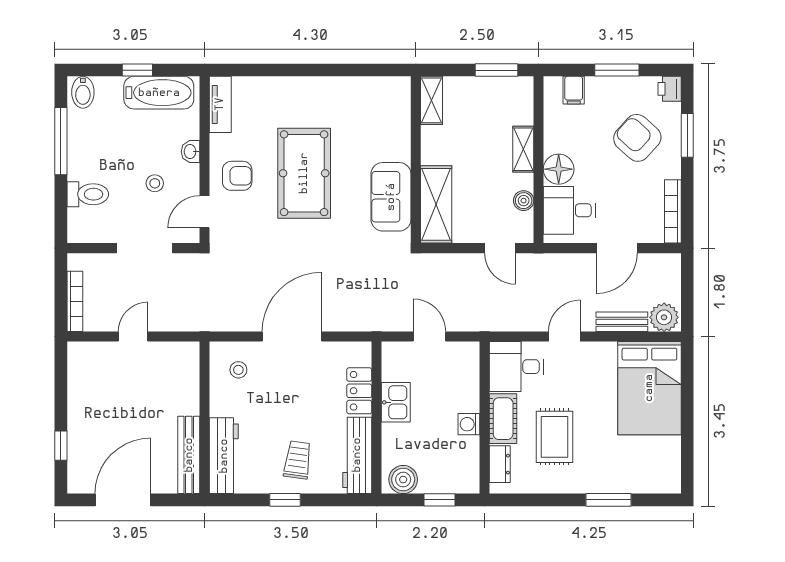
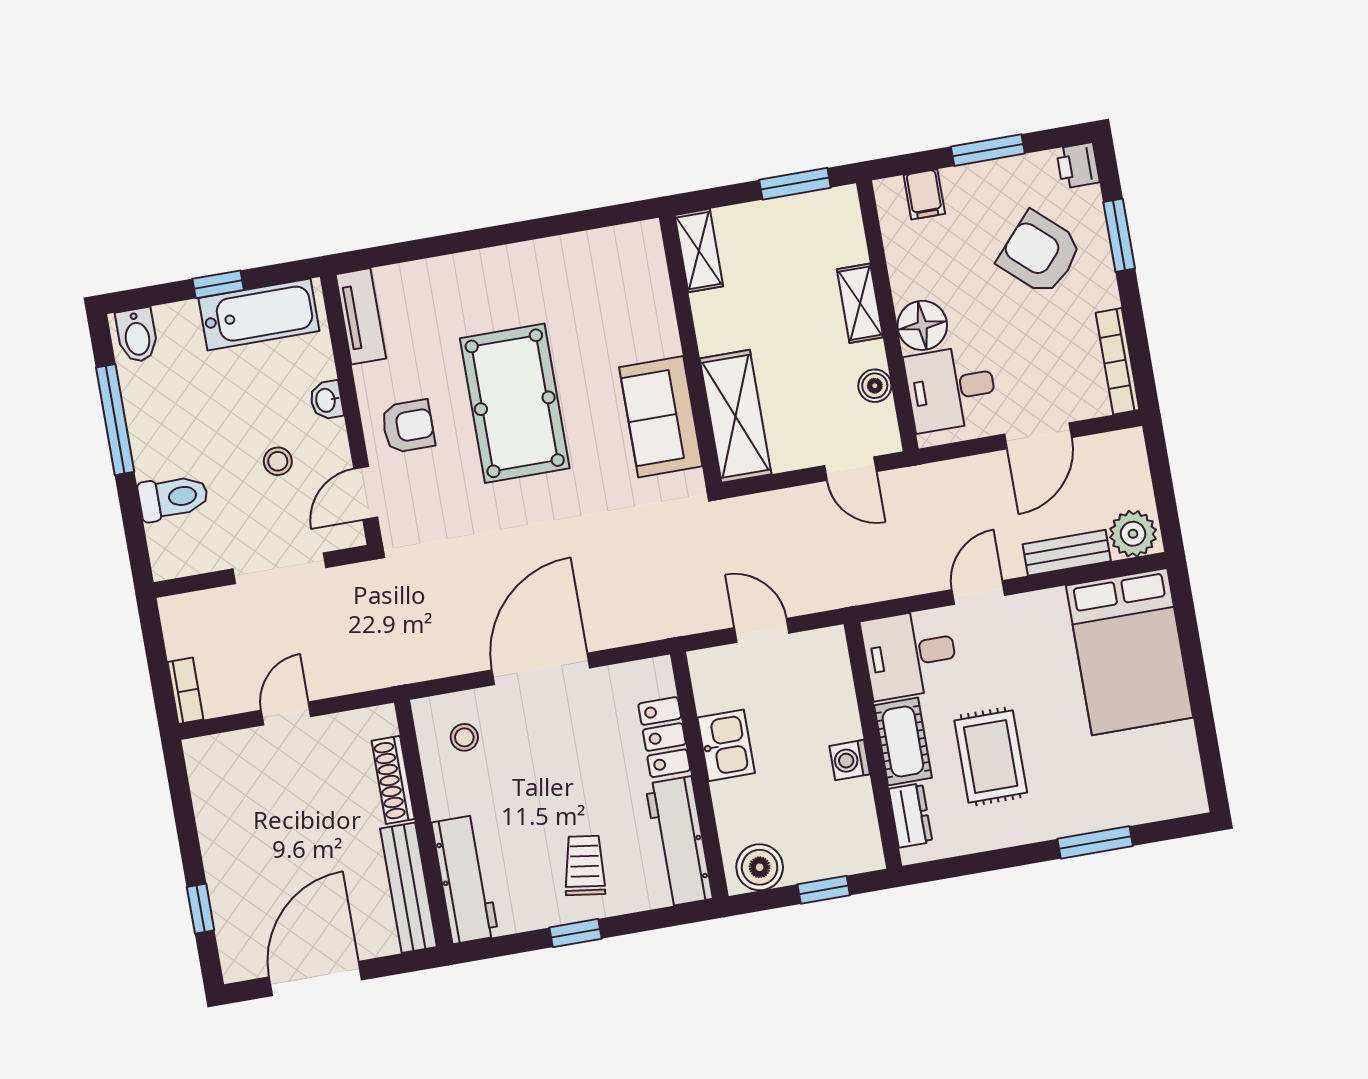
bookcase: (75, 301) -> (185, 691), width x0.64
shoe rack: (191, 388) -> (393, 780), added

